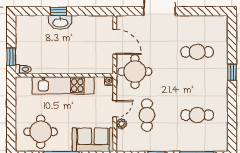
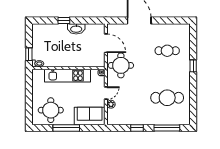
washbasin: (60, 22) -> (76, 29), moved
cafe table: (147, 115) -> (130, 98), removed
cafe table: (197, 115) -> (167, 98), width x1.37, depth x1.35

